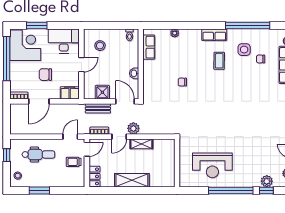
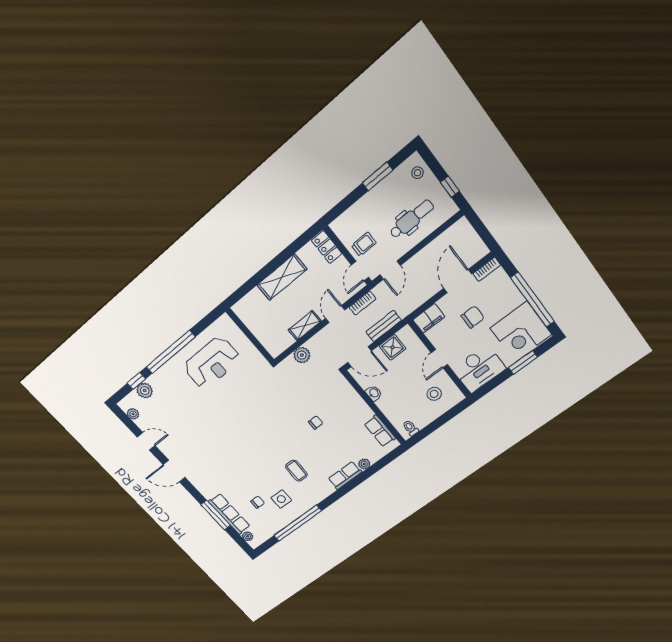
row of seats: (214, 35) -> (345, 475), moved
plant: (133, 128) -> (302, 355), moved
dental chair: (38, 154) -> (412, 219), turned 180
reception desk: (212, 165) -> (212, 363), turned 180

